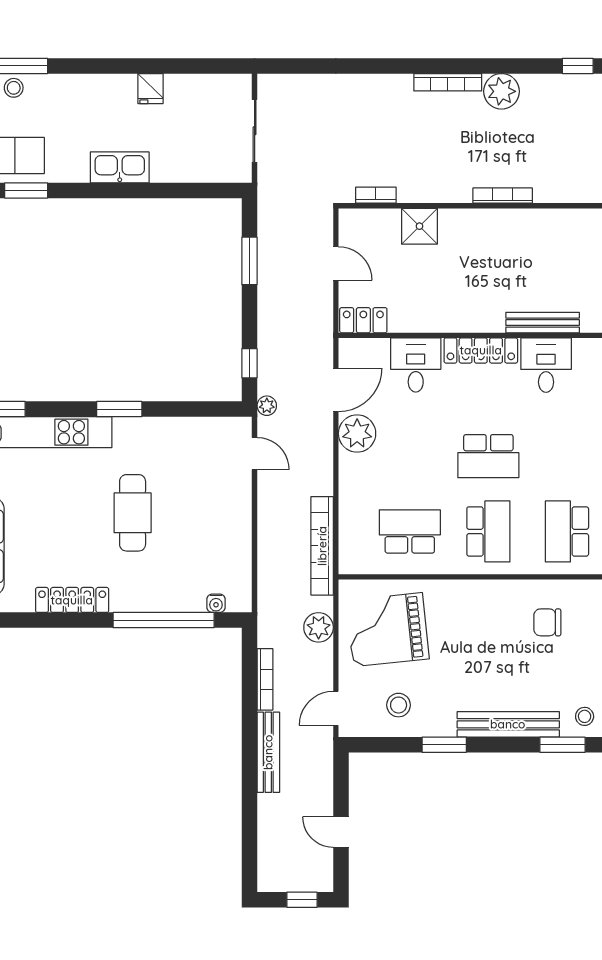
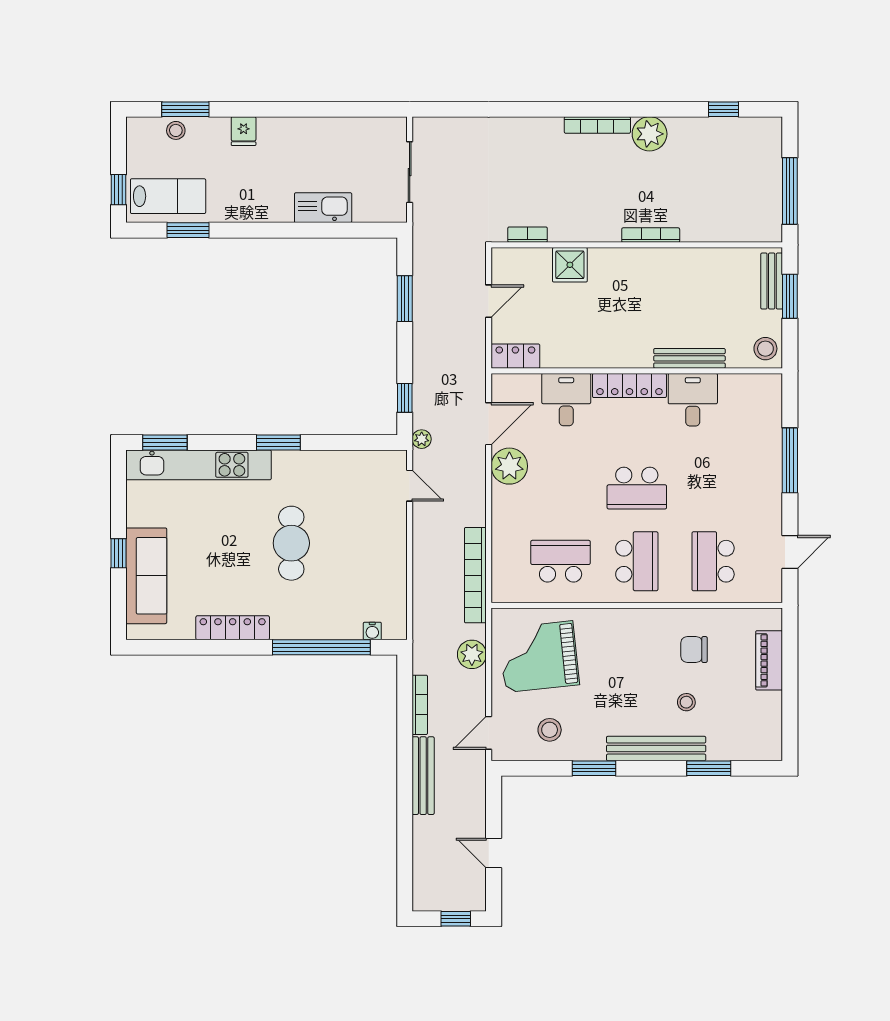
fridge: (150, 89) -> (244, 131), moved
kitchen sink: (120, 167) -> (323, 208), moved
door: (336, 264) -> (489, 301), hinge flipped
stool: (585, 716) -> (686, 702), moved

